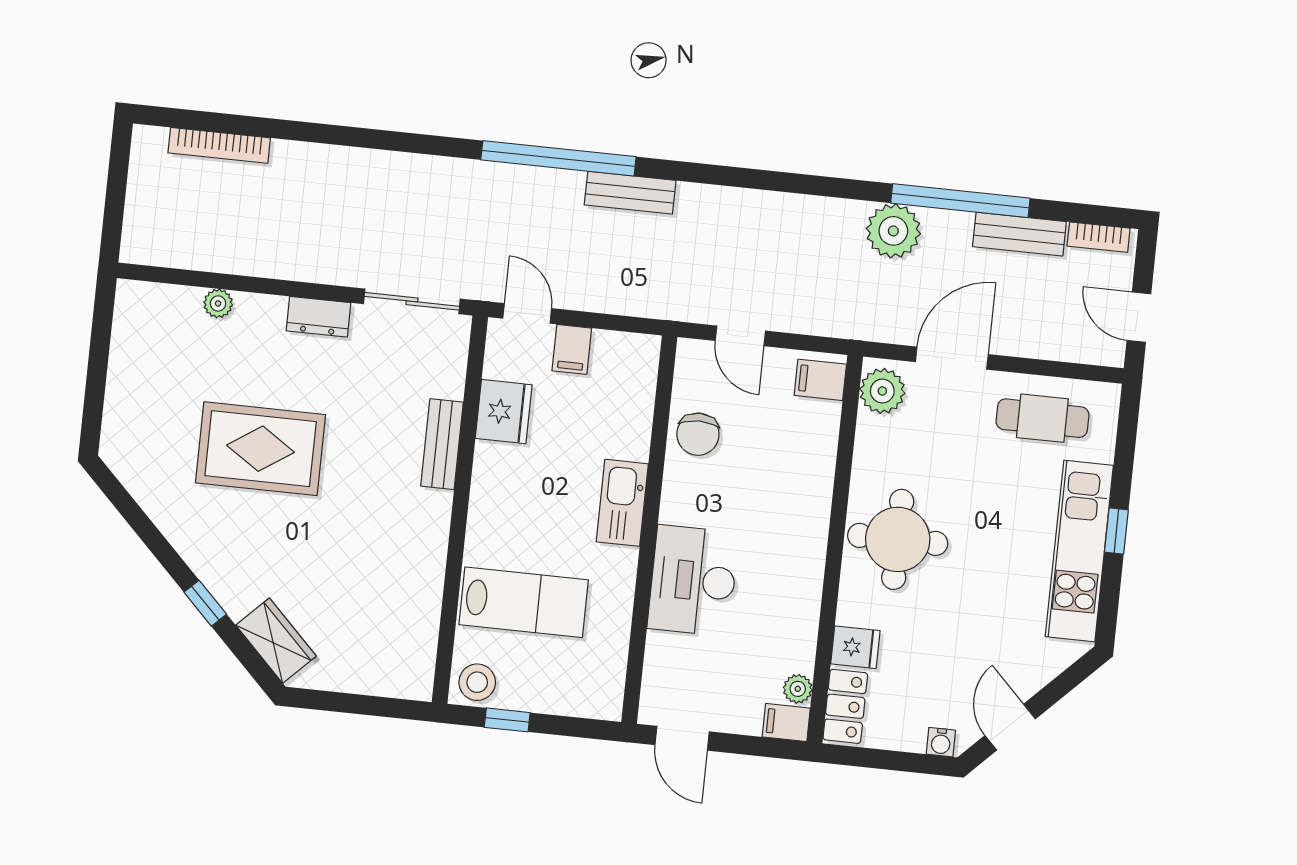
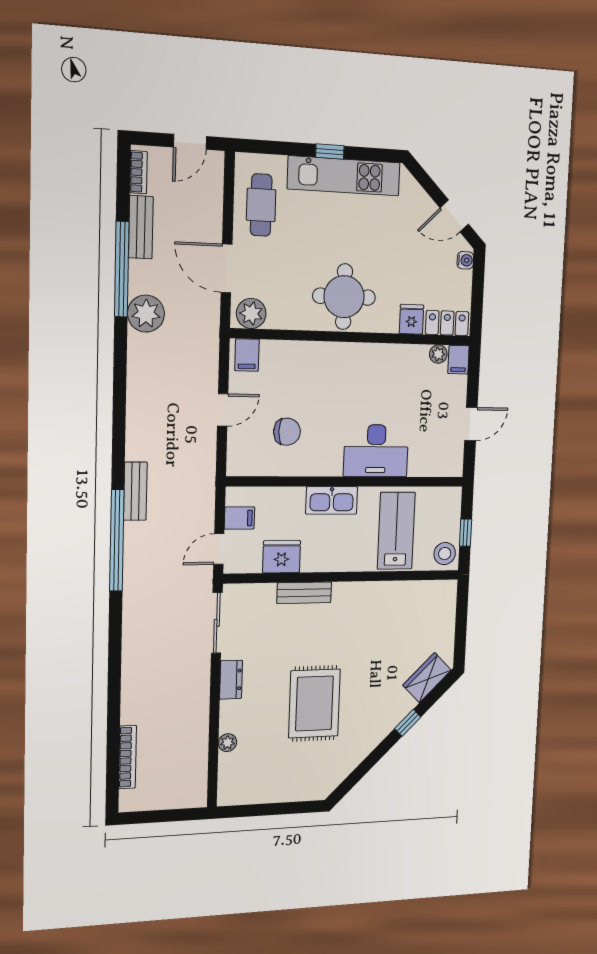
kitchen sink: (622, 503) -> (332, 500), moved
wall: (649, 530) -> (347, 482), moved
desk: (693, 580) -> (376, 451), moved

